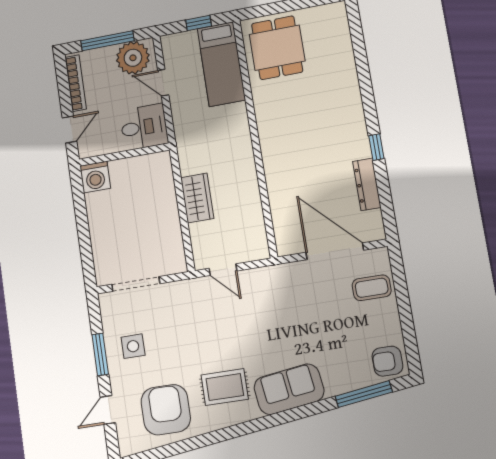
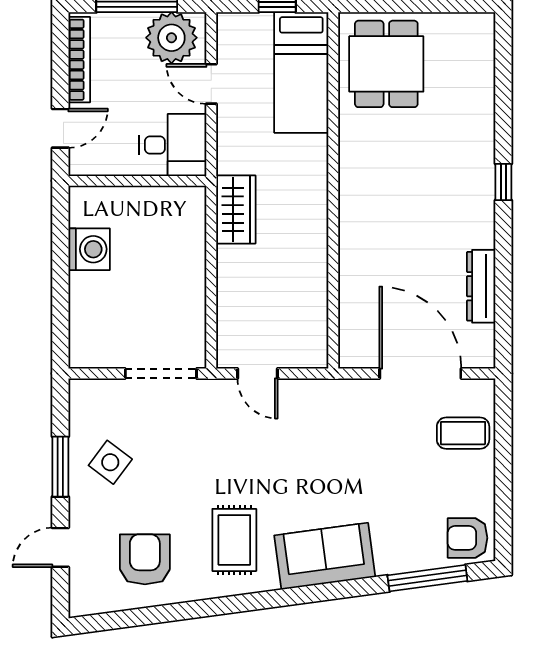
window: (376, 147) -> (503, 182), moved
washing machine: (95, 177) -> (89, 249), moved, turned -90
wardrobe: (197, 198) -> (236, 209), moved
doorway: (136, 284) -> (161, 373), moved
side table: (133, 346) -> (110, 462), turned 37
rug: (225, 387) -> (234, 540), turned 90
armchair: (166, 410) -> (145, 559), width x0.73, depth x0.73

